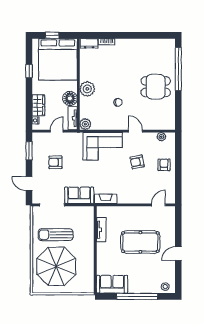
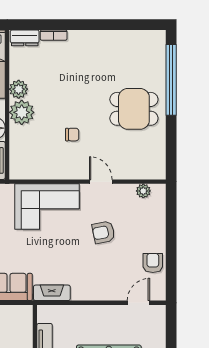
plant: (85, 124) -> (19, 89), moved
armchair: (164, 165) -> (153, 263), moved

